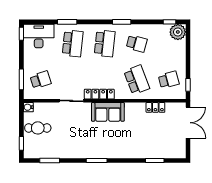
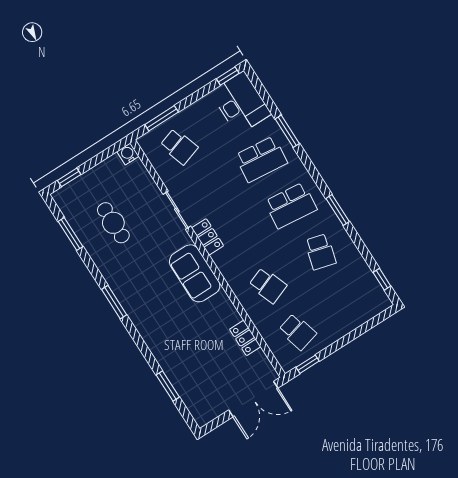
plant: (178, 32) -> (375, 301), removed
school desk: (137, 80) -> (268, 285), width x0.54
locker: (99, 94) -> (208, 237), width x0.66
cafe table: (38, 128) -> (113, 223), moved

